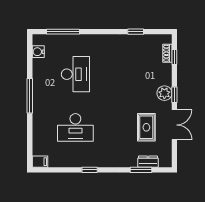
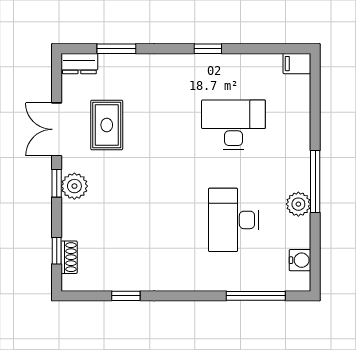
plant: (39, 83) -> (298, 204), added
dresser: (148, 162) -> (79, 64), moved

